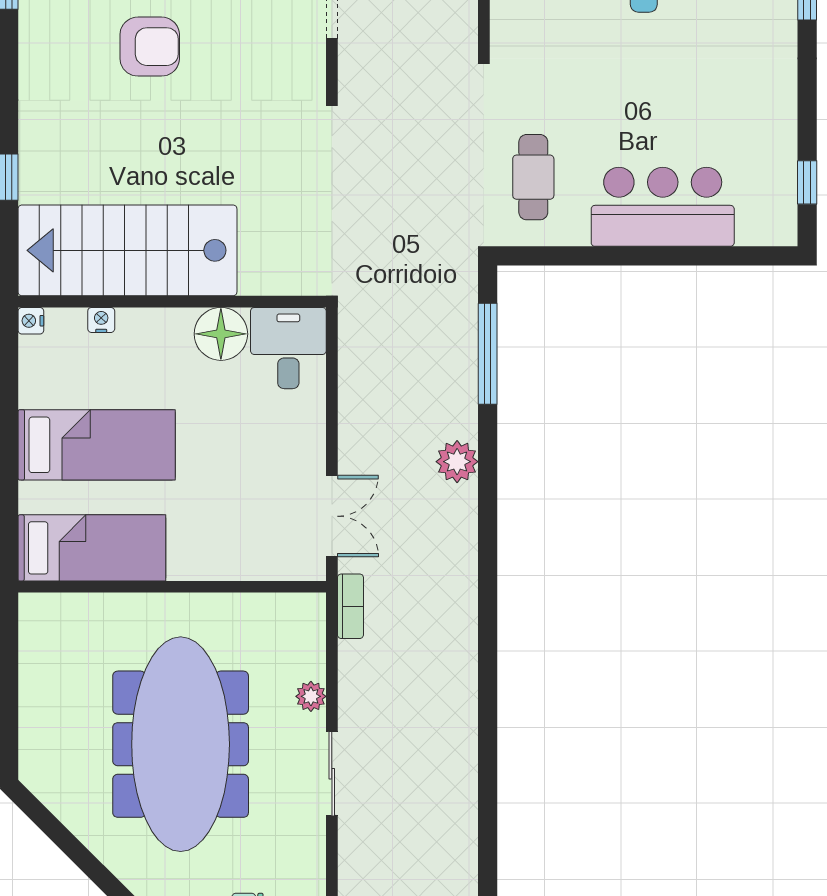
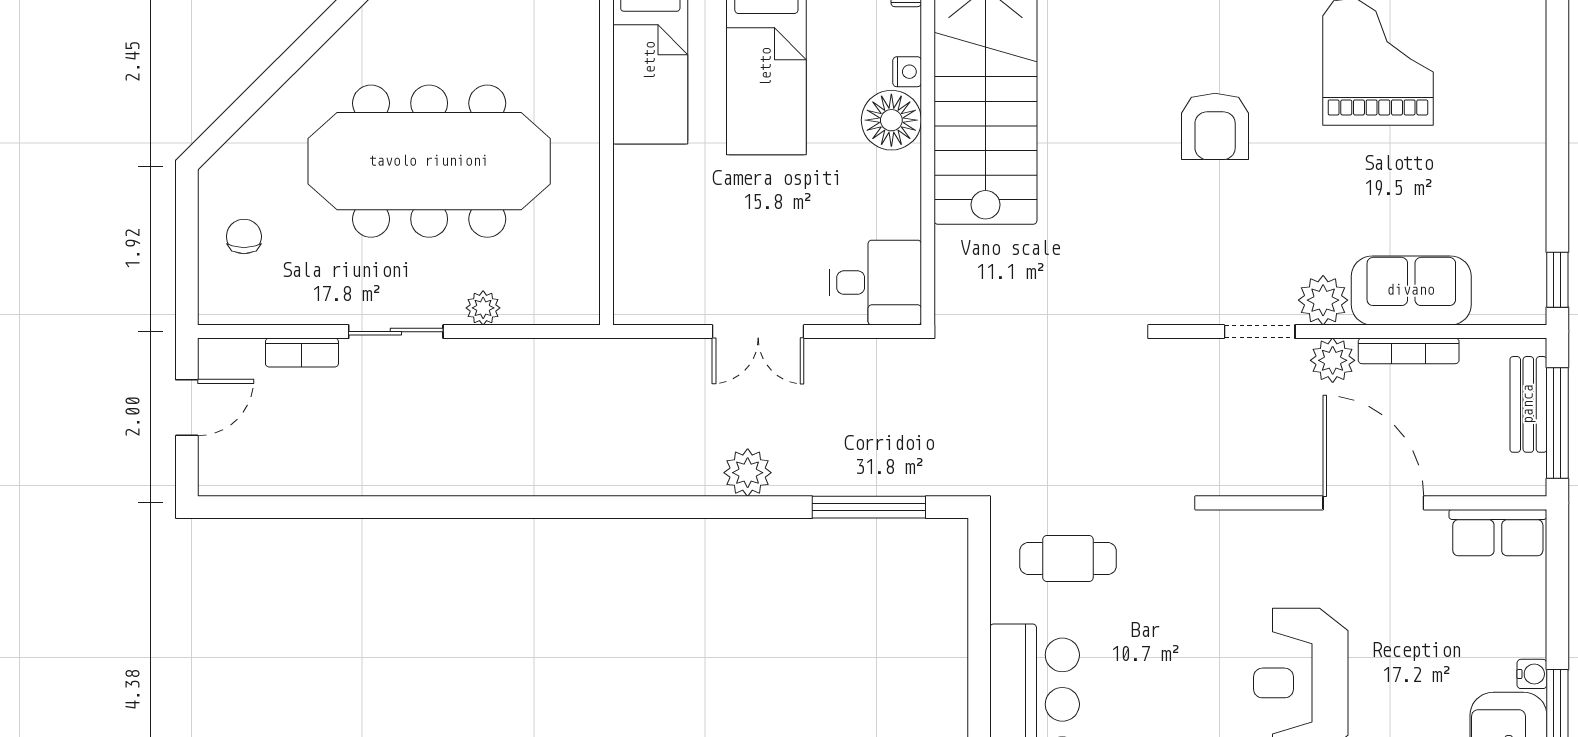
floor lamp: (221, 334) -> (891, 120), moved
double door: (332, 516) -> (758, 332), moved
bookcase: (350, 606) -> (302, 353), moved

